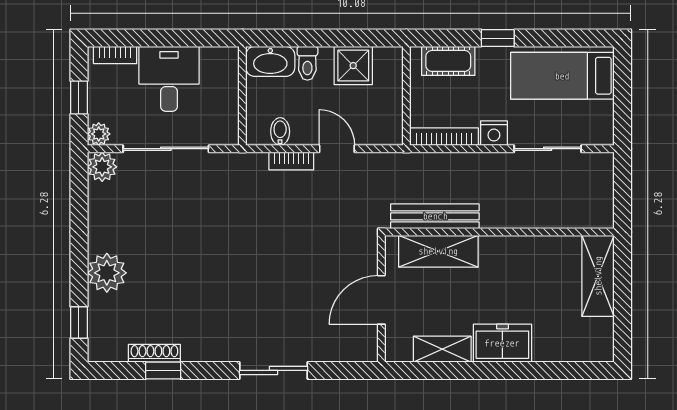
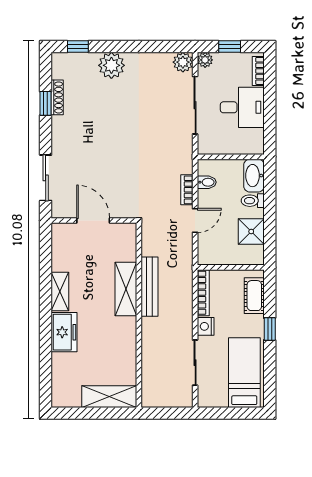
wall: (381, 299) -> (94, 220), moved
door: (381, 300) -> (93, 220), moved

